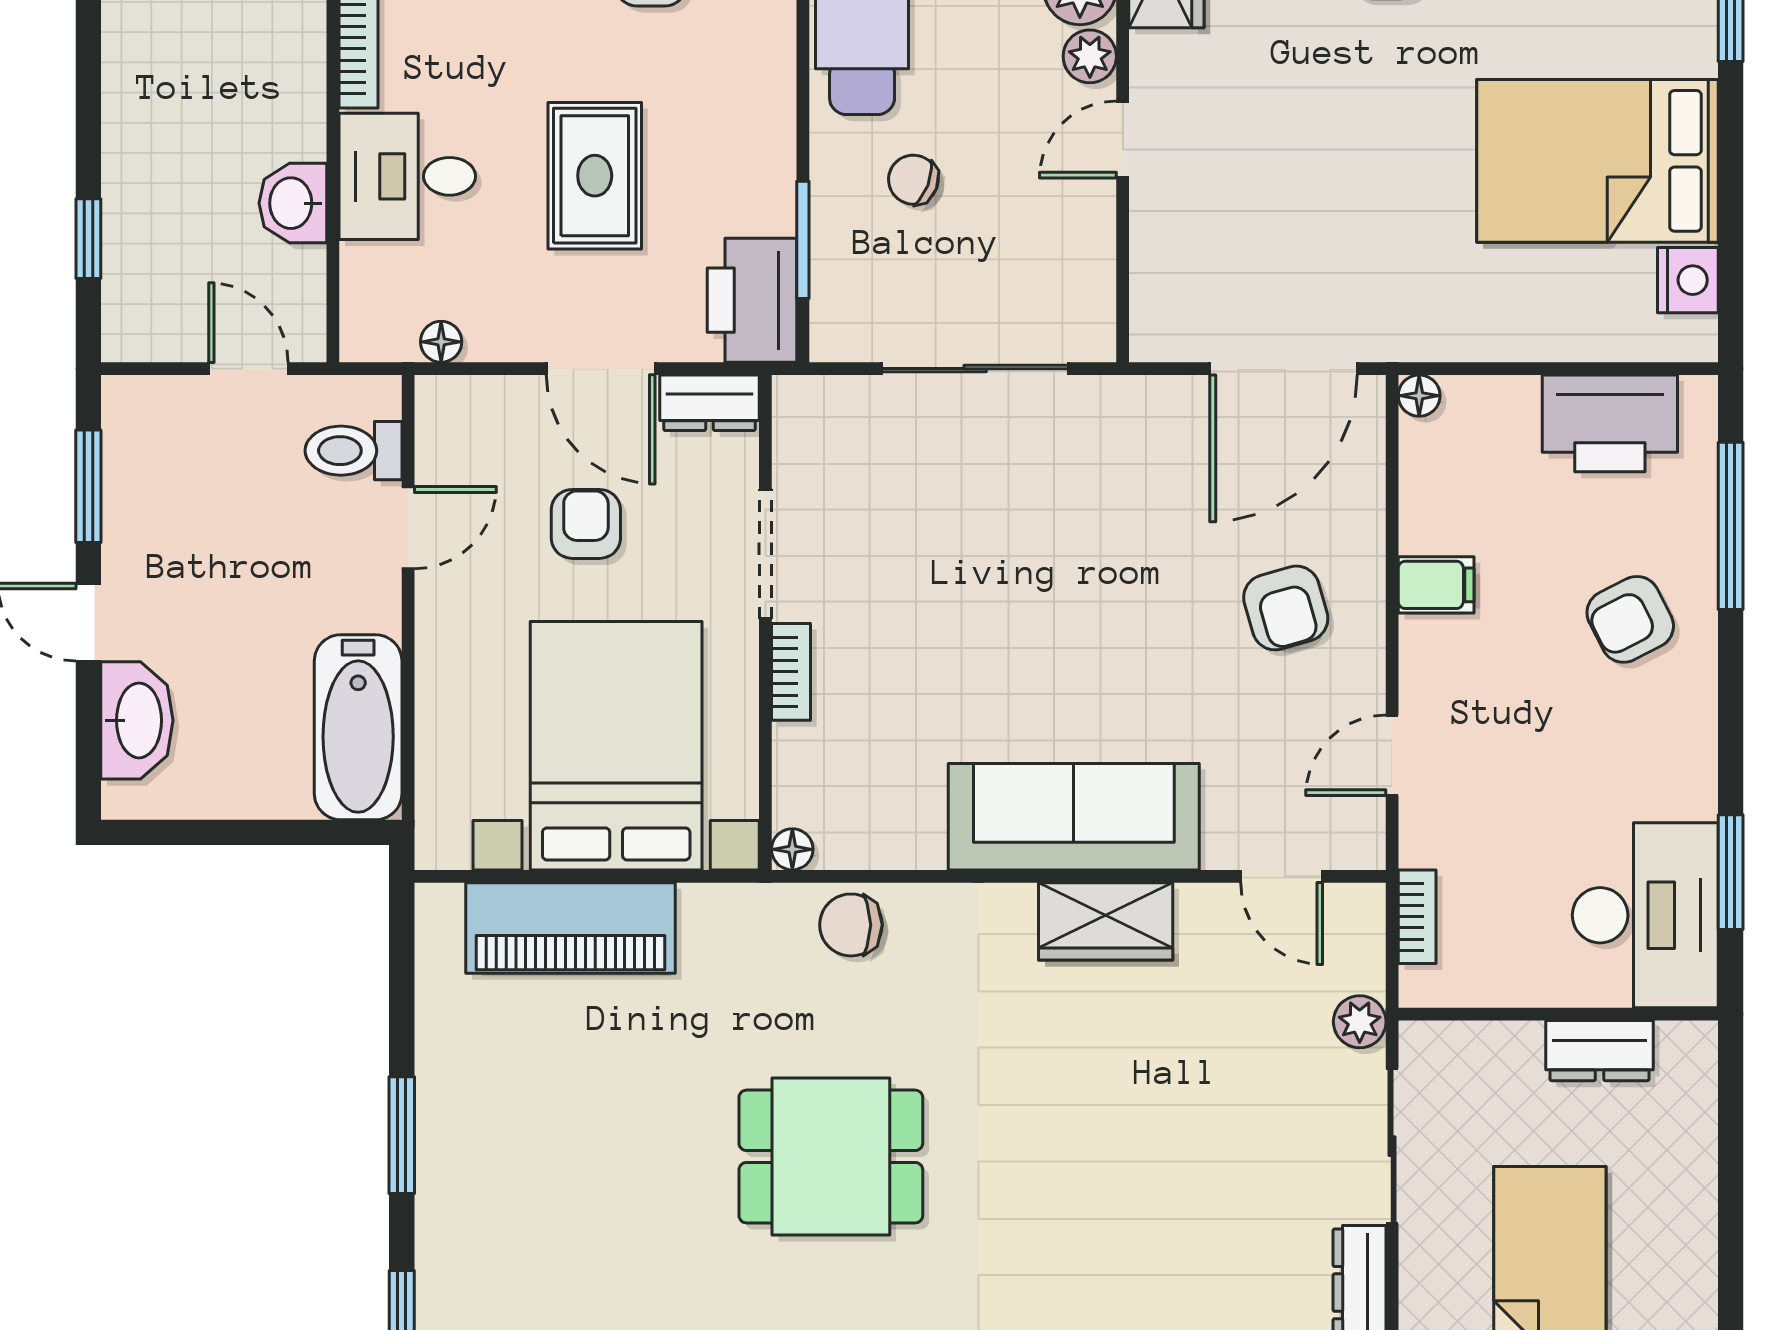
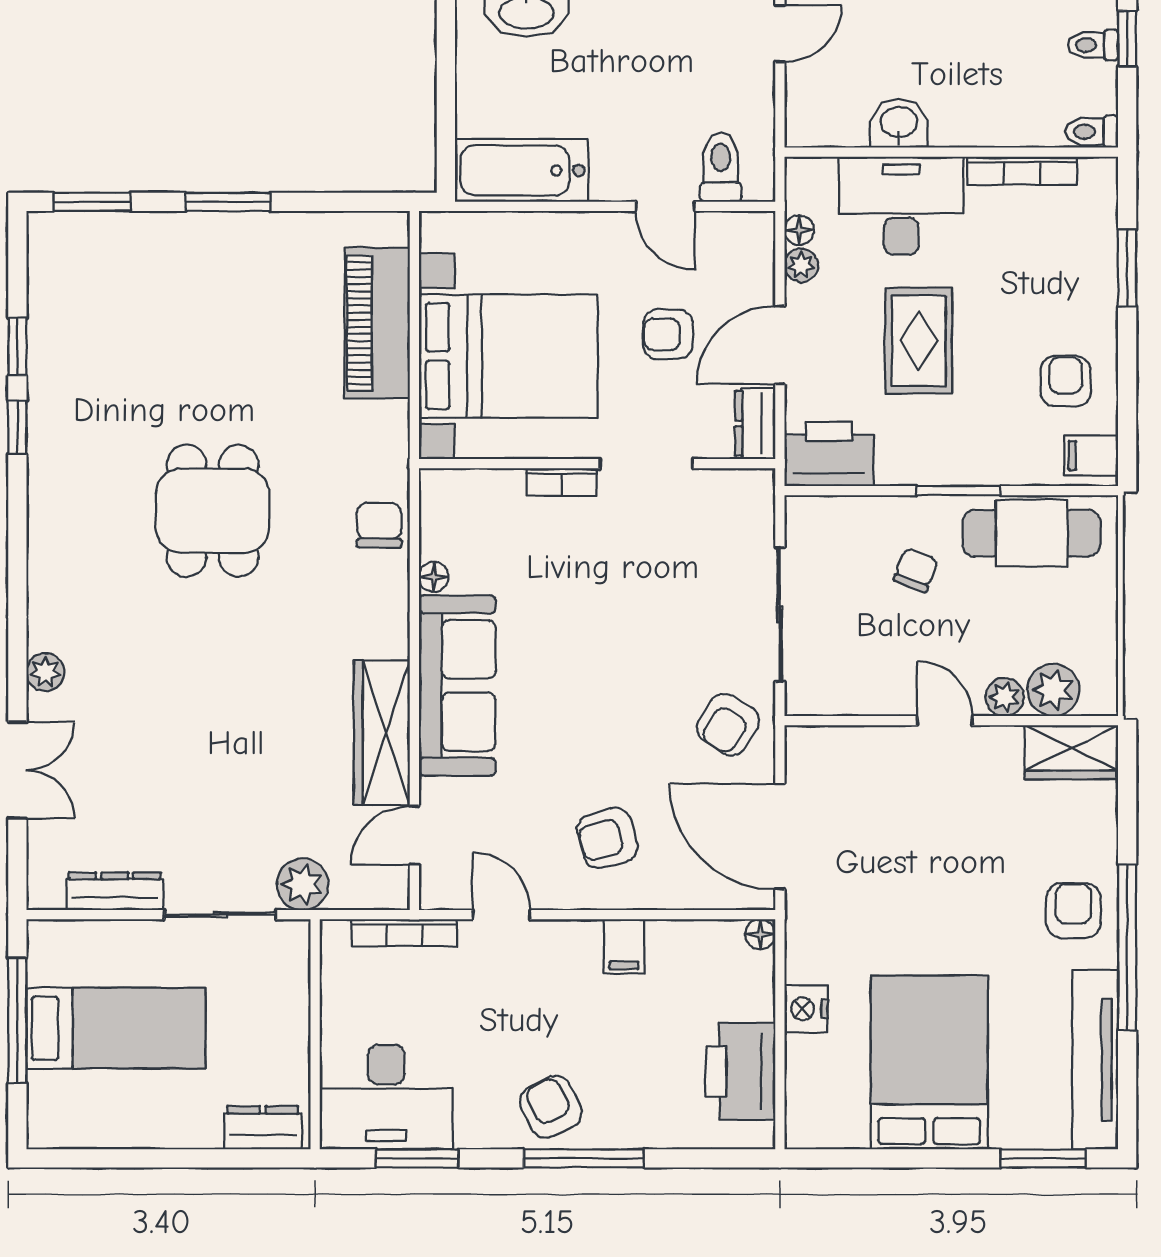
desk: (407, 176) -> (901, 206), width x1.37
rug: (595, 176) -> (919, 341), turned 90
window: (803, 240) -> (958, 491), moved
nightstand: (1688, 280) -> (806, 1009), moved, turned 90
plant: (490, 339) -> (801, 265), added
door: (248, 369) -> (780, 34), moved
armchair: (1128, 441) -> (728, 724), added
armchair: (586, 524) -> (668, 334), turned 180
window: (1731, 526) -> (584, 1158), moved
armchair: (1630, 619) -> (551, 1107), moved
floor lamp: (792, 849) -> (434, 577), moved
bookcase: (1417, 917) -> (404, 933), width x1.56
wardrobe: (1106, 921) -> (382, 733), width x1.50
plant: (1360, 1022) -> (303, 884), width x1.38, depth x1.38
dresser: (1600, 1051) -> (263, 1128), moved, turned 90

